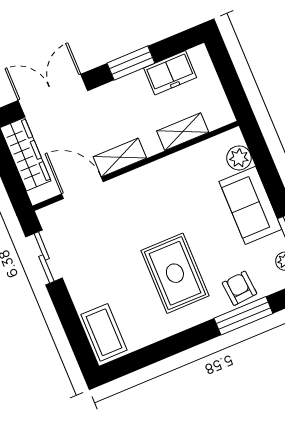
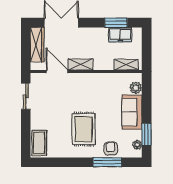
window: (131, 63) -> (116, 23), moved
shelving: (183, 132) -> (126, 65), moved

